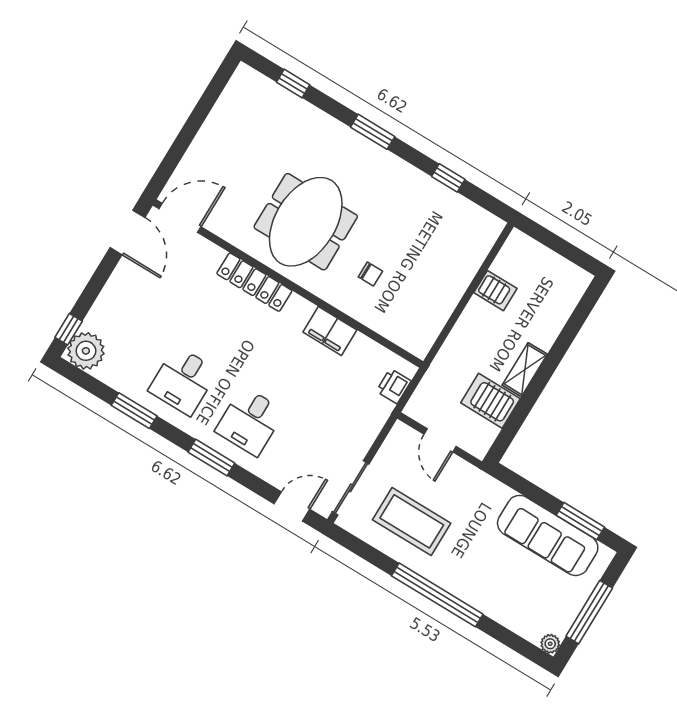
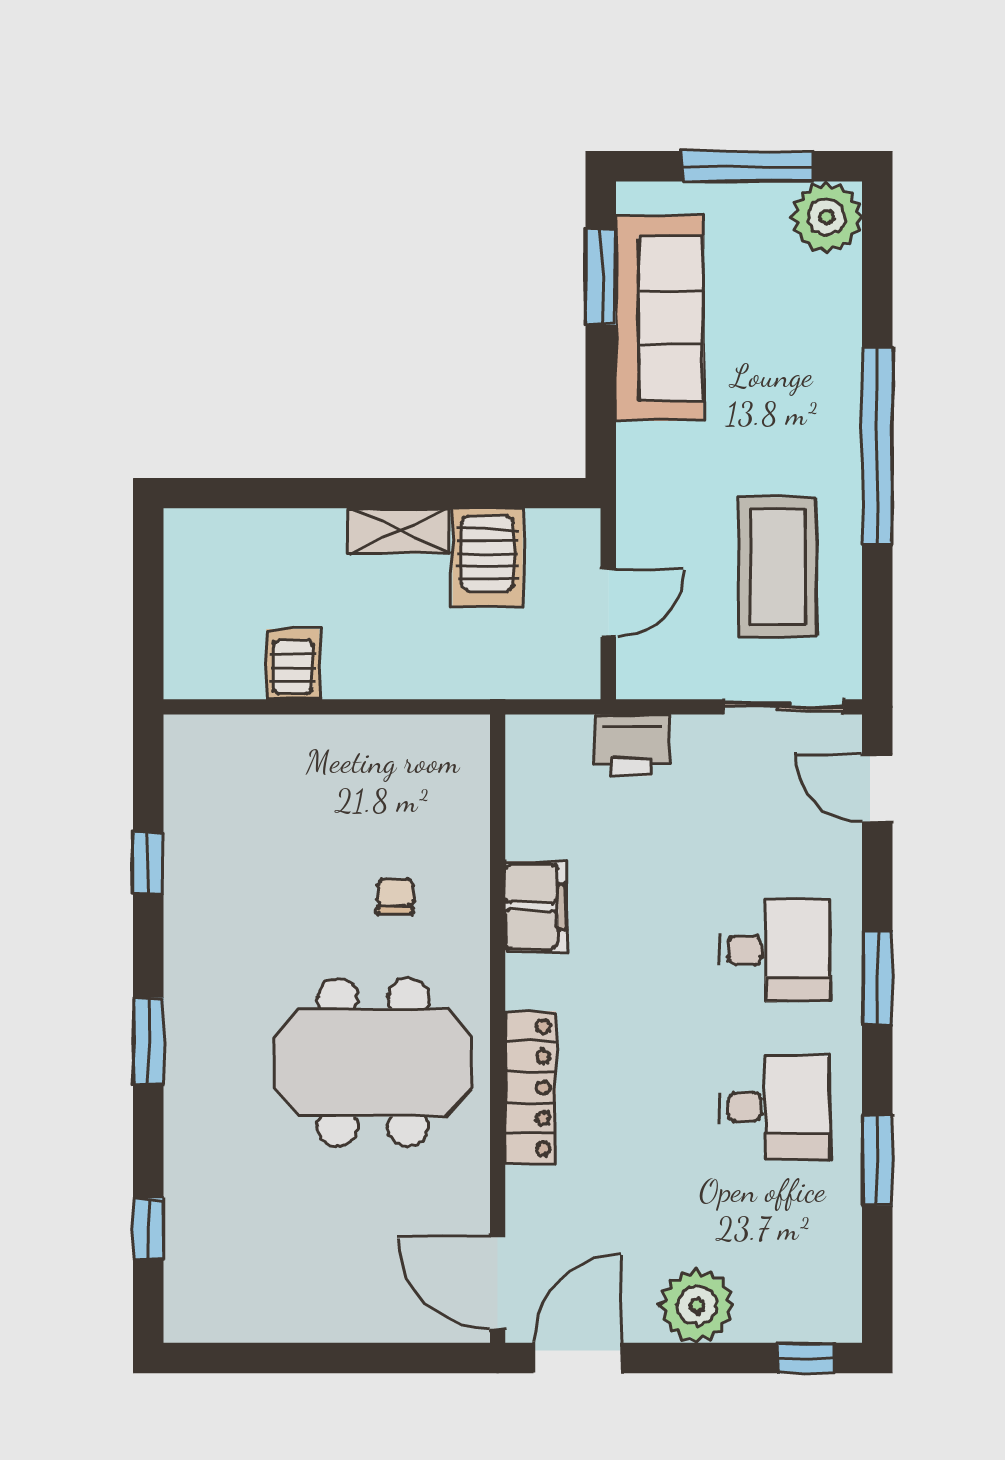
plant: (86, 351) -> (697, 1306), moved
printer: (394, 386) -> (632, 745), moved, width x1.36, depth x1.24
plant: (550, 644) -> (827, 217), width x1.88, depth x1.88

